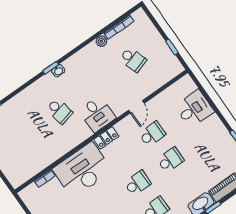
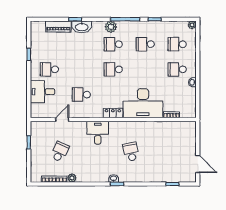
school desk: (133, 59) -> (60, 152), turned 42
door: (136, 107) -> (62, 120), moved
desk: (97, 114) -> (98, 133), moved
school desk: (171, 160) -> (49, 69), moved

